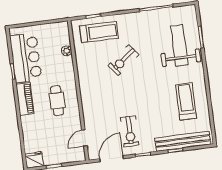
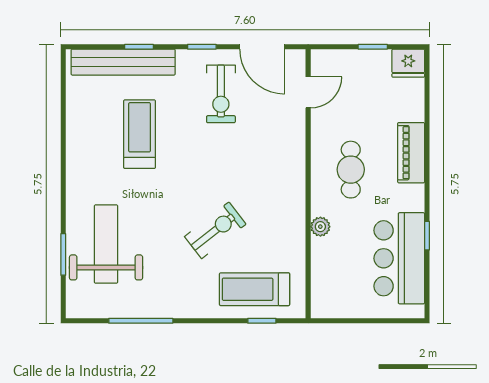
weight bench: (179, 45) -> (106, 244), turned 180
plant: (67, 51) -> (320, 227), moved
piano: (25, 99) -> (411, 153), moved
treadmill: (186, 101) -> (140, 134), moved, turned 180
exercise bike: (130, 131) -> (221, 94), turned 180
door: (111, 159) -> (262, 47), hinge flipped

